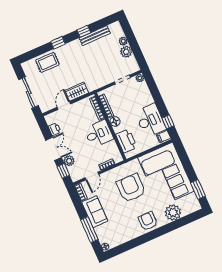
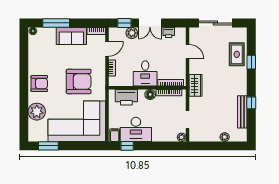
window: (58, 43) -> (251, 62), moved
plant: (126, 52) -> (213, 135), removed
wardrobe: (77, 92) -> (196, 85), moved
door: (92, 176) -> (107, 49), swing flipped

